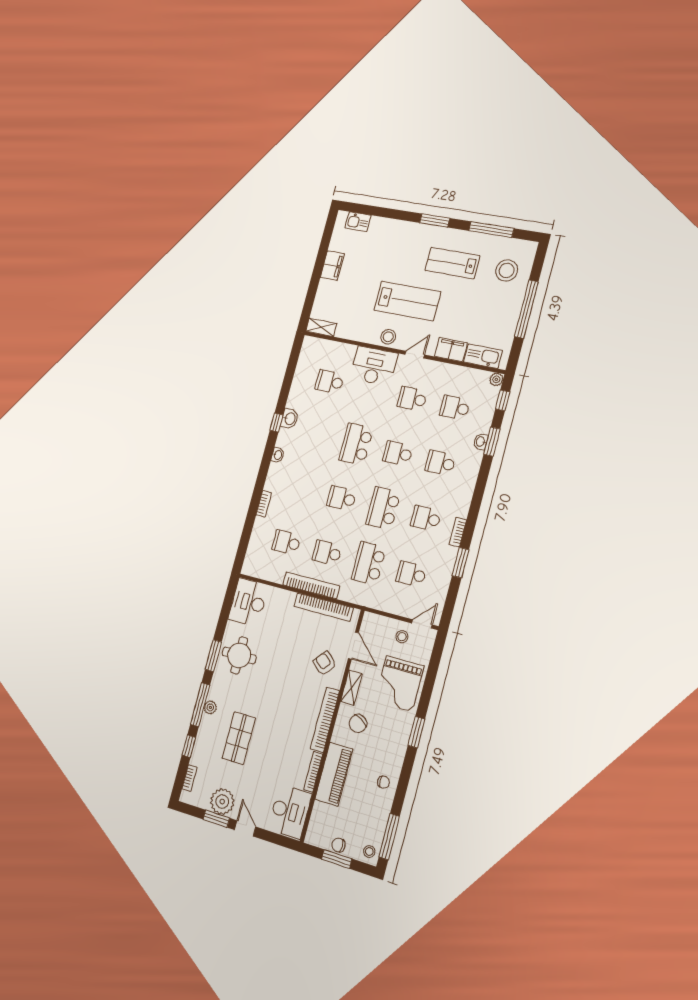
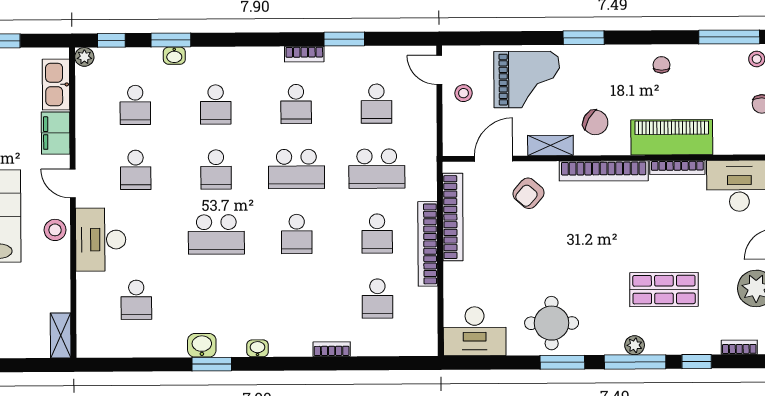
window: (276, 423) -> (212, 364), width x1.50

